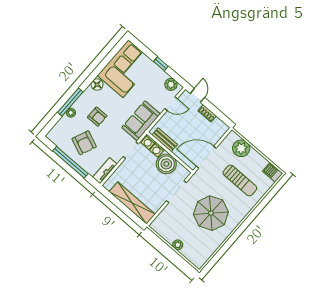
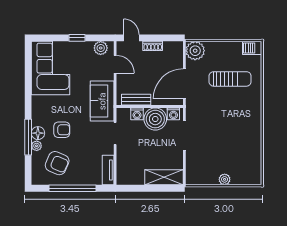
floor lamp: (97, 85) -> (38, 133), moved
door: (171, 104) -> (115, 64), hinge flipped
washing machine: (148, 142) -> (173, 114), moved
armchair: (84, 143) -> (57, 163), moved
plant: (241, 148) -> (195, 51), moved
shelving: (132, 203) -> (164, 177), width x0.68
parasol: (211, 213) -> (229, 128), removed

